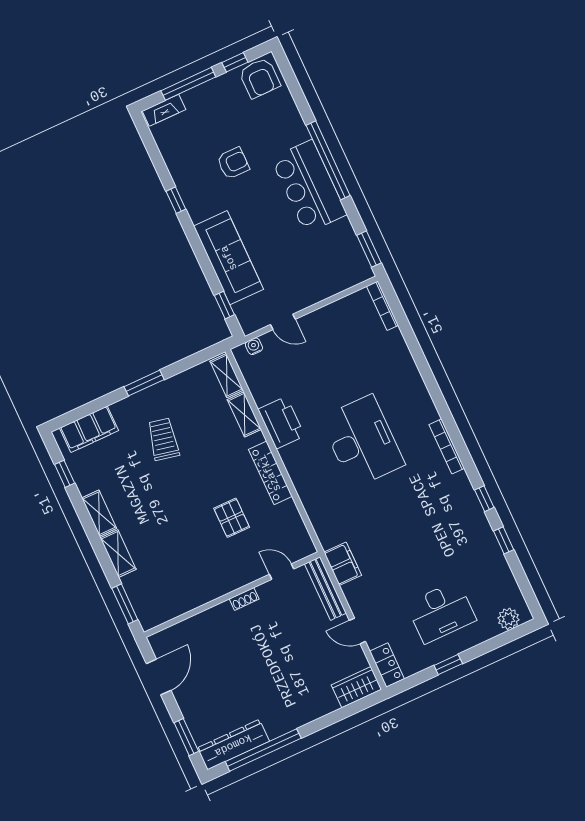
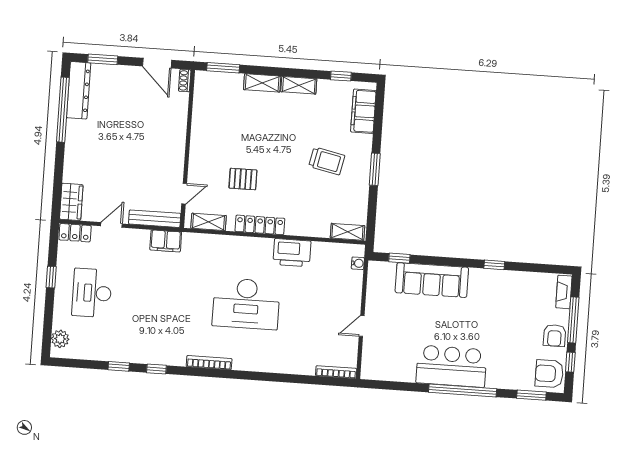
armchair: (233, 163) -> (555, 335), moved
window: (369, 249) -> (531, 395), moved
door: (283, 322) -> (362, 326), moved
shelving: (244, 414) -> (209, 222), moved
shoe rack: (244, 599) -> (185, 81), moved

